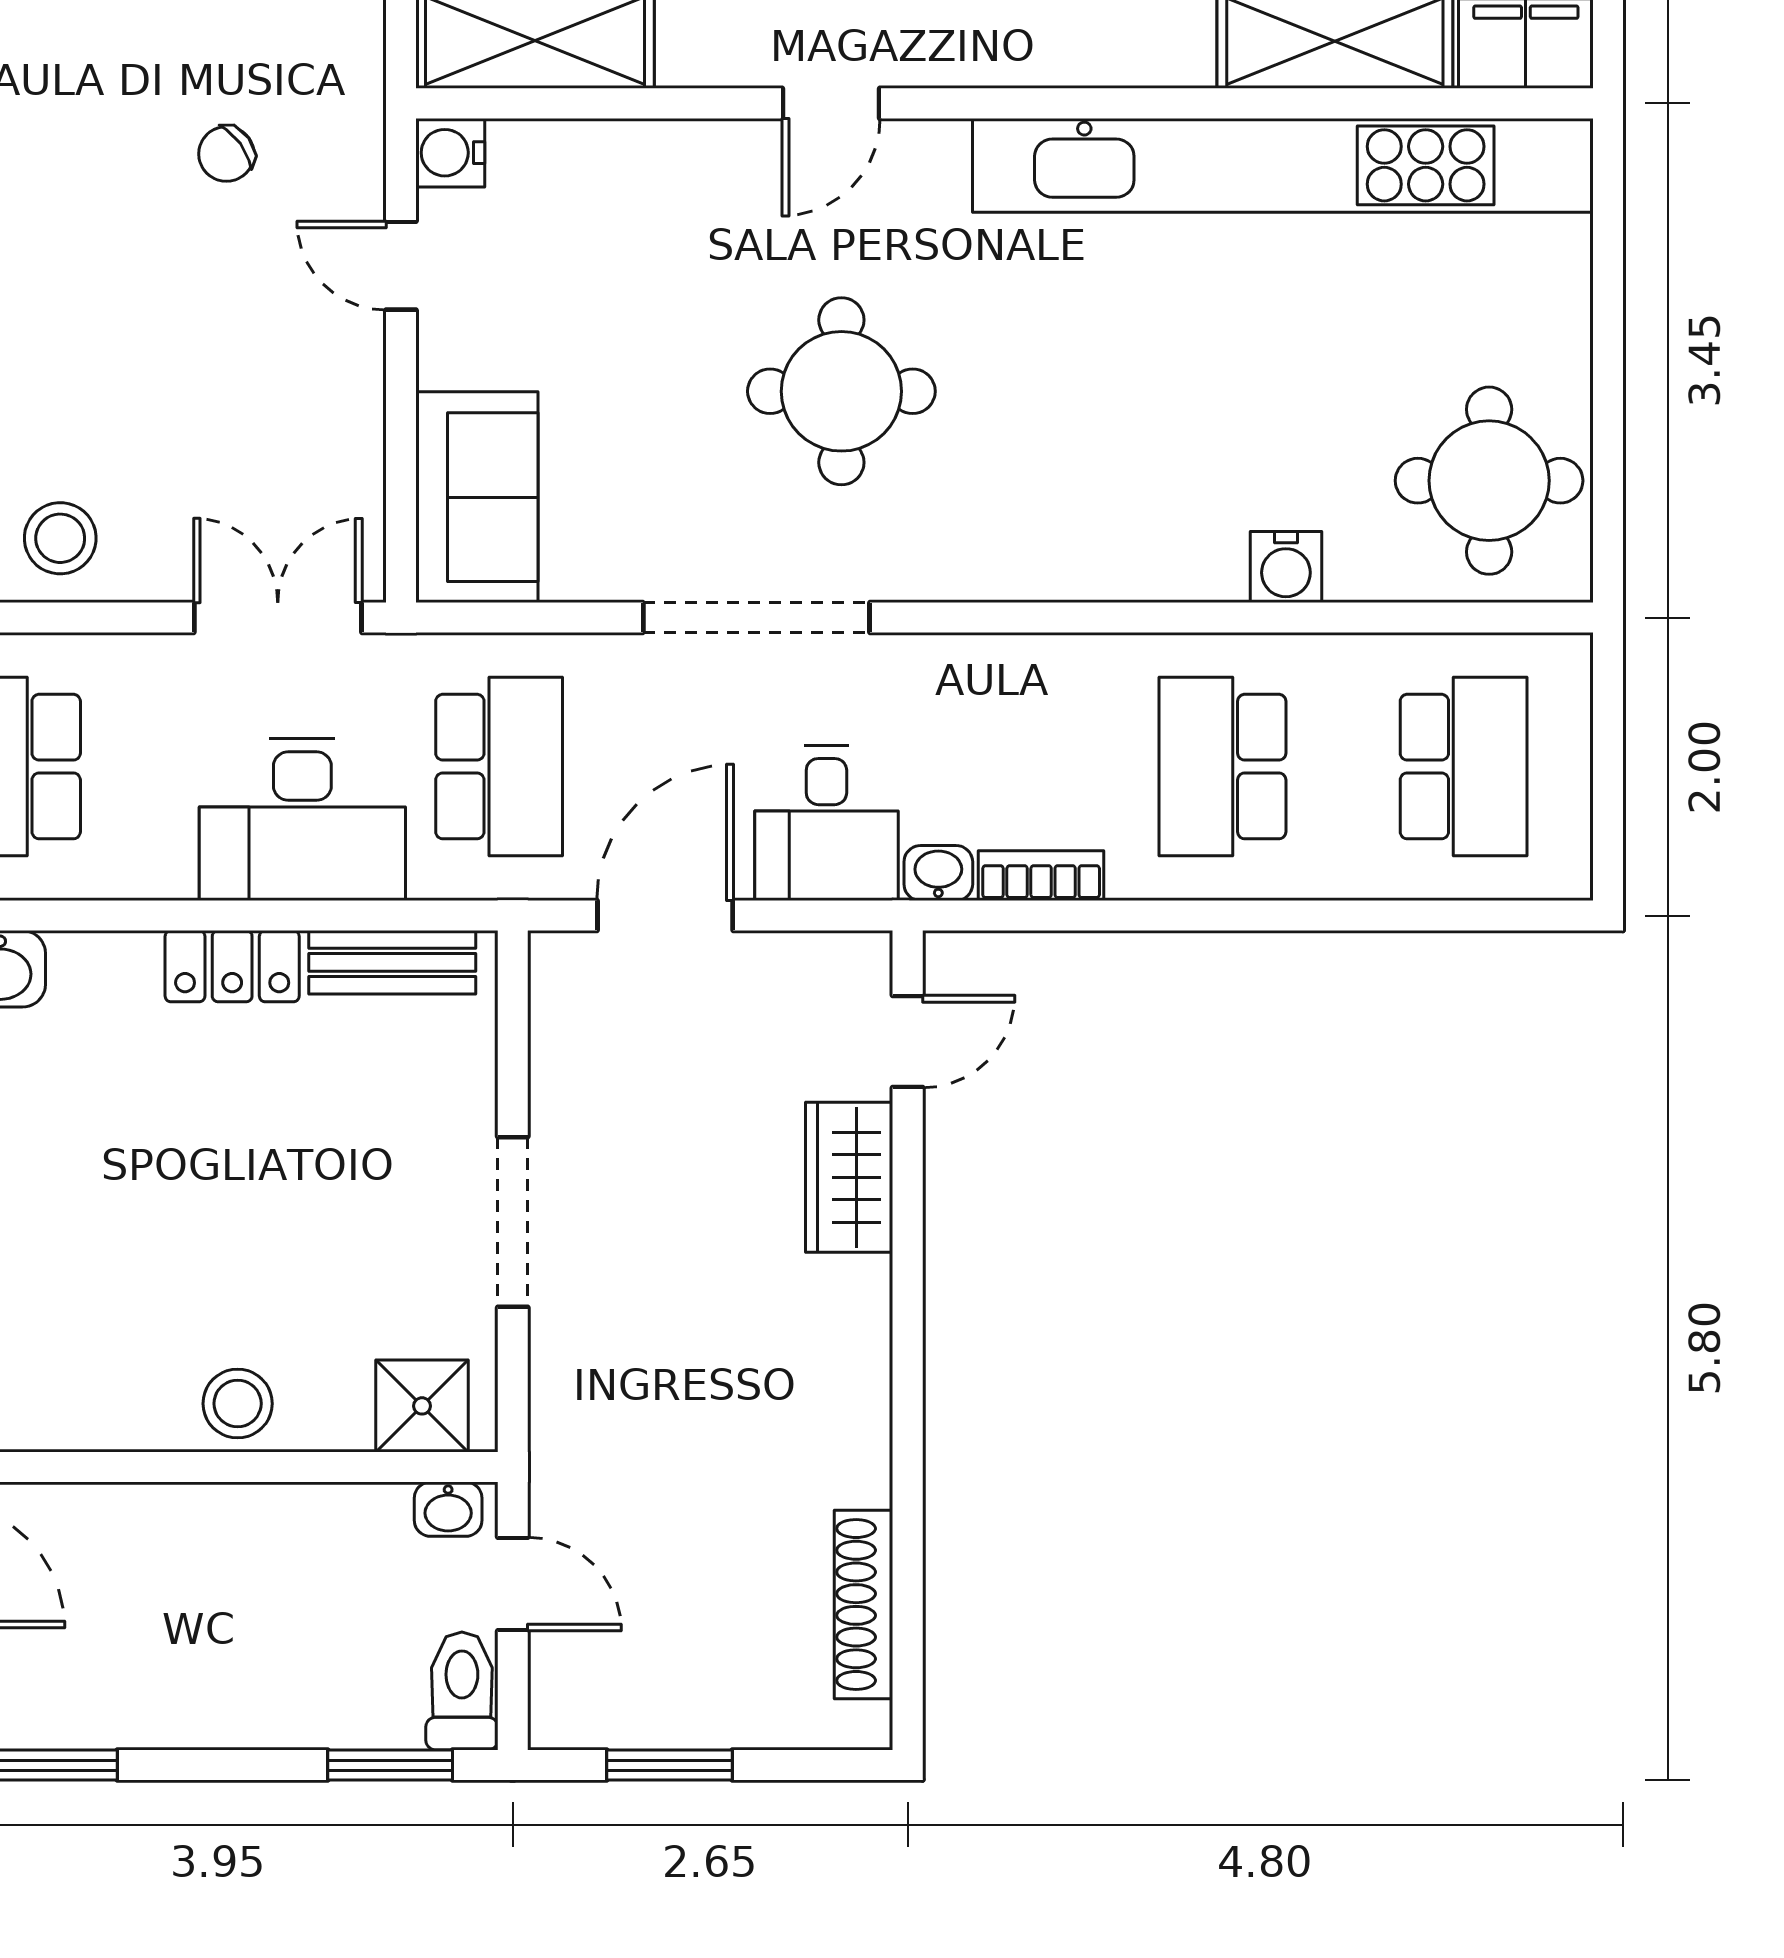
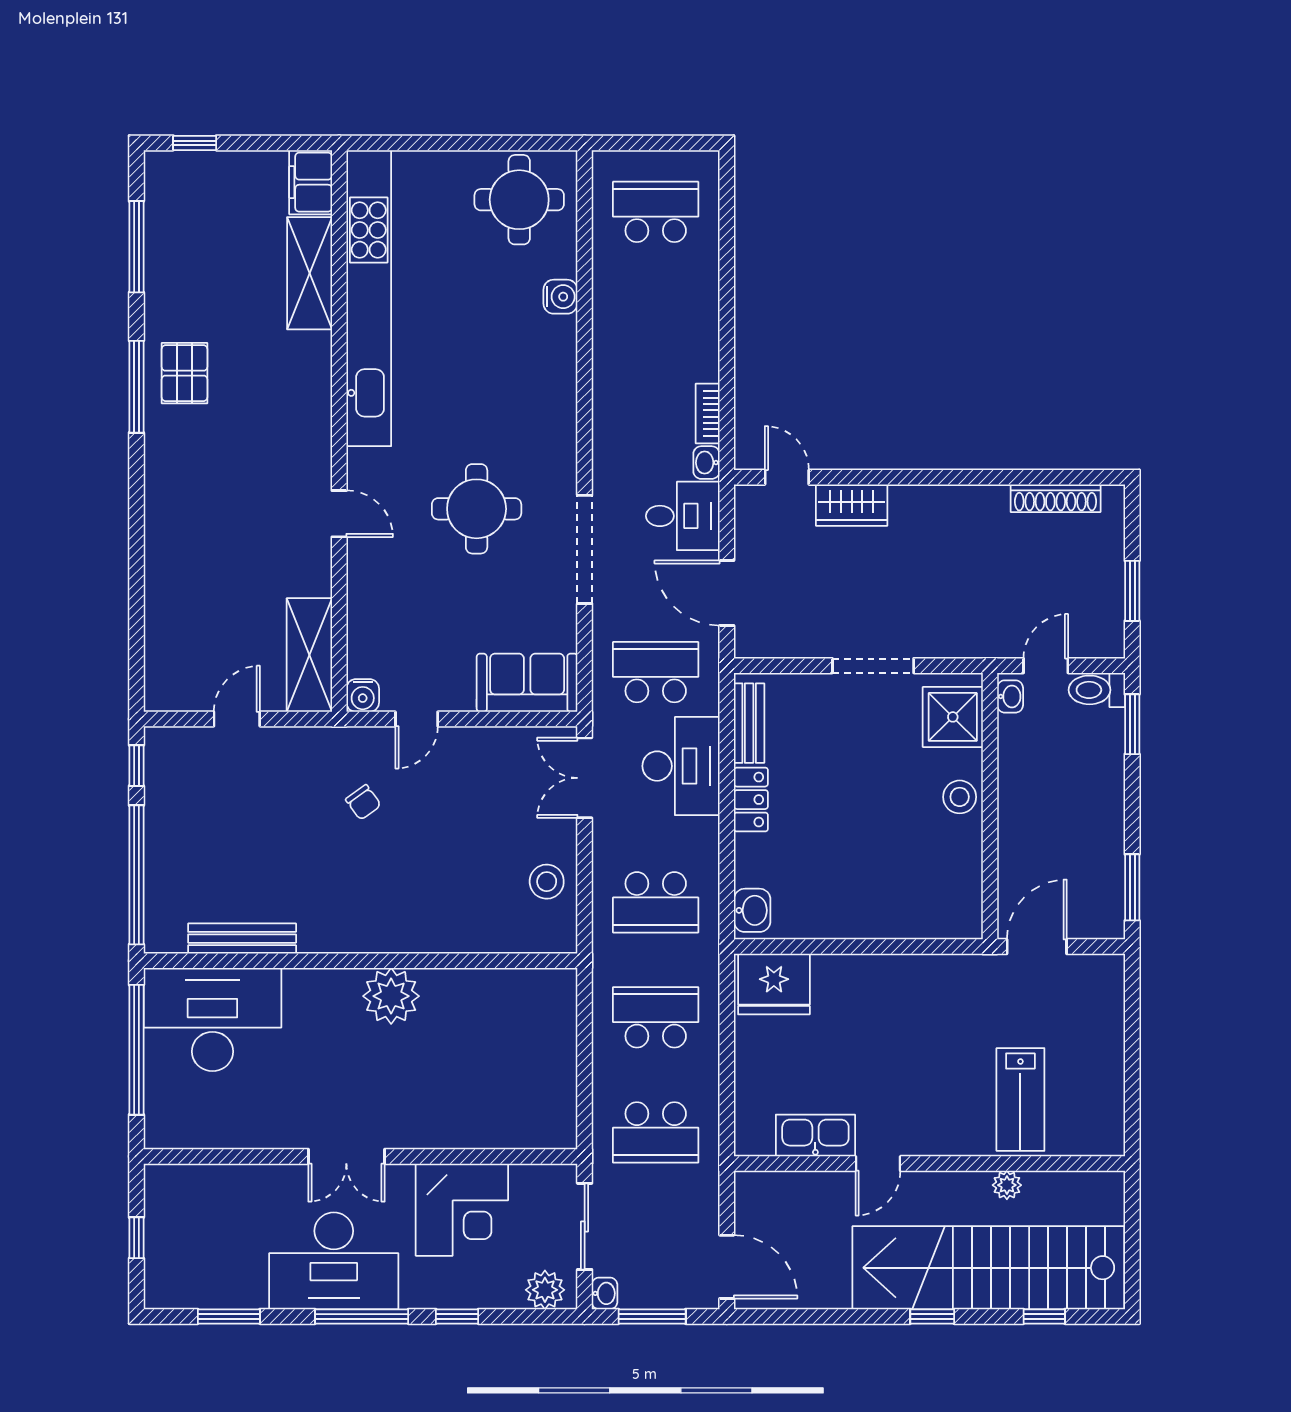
school desk: (1222, 767) -> (656, 327), removed
shower: (422, 1406) -> (953, 717), width x1.36, depth x1.36

